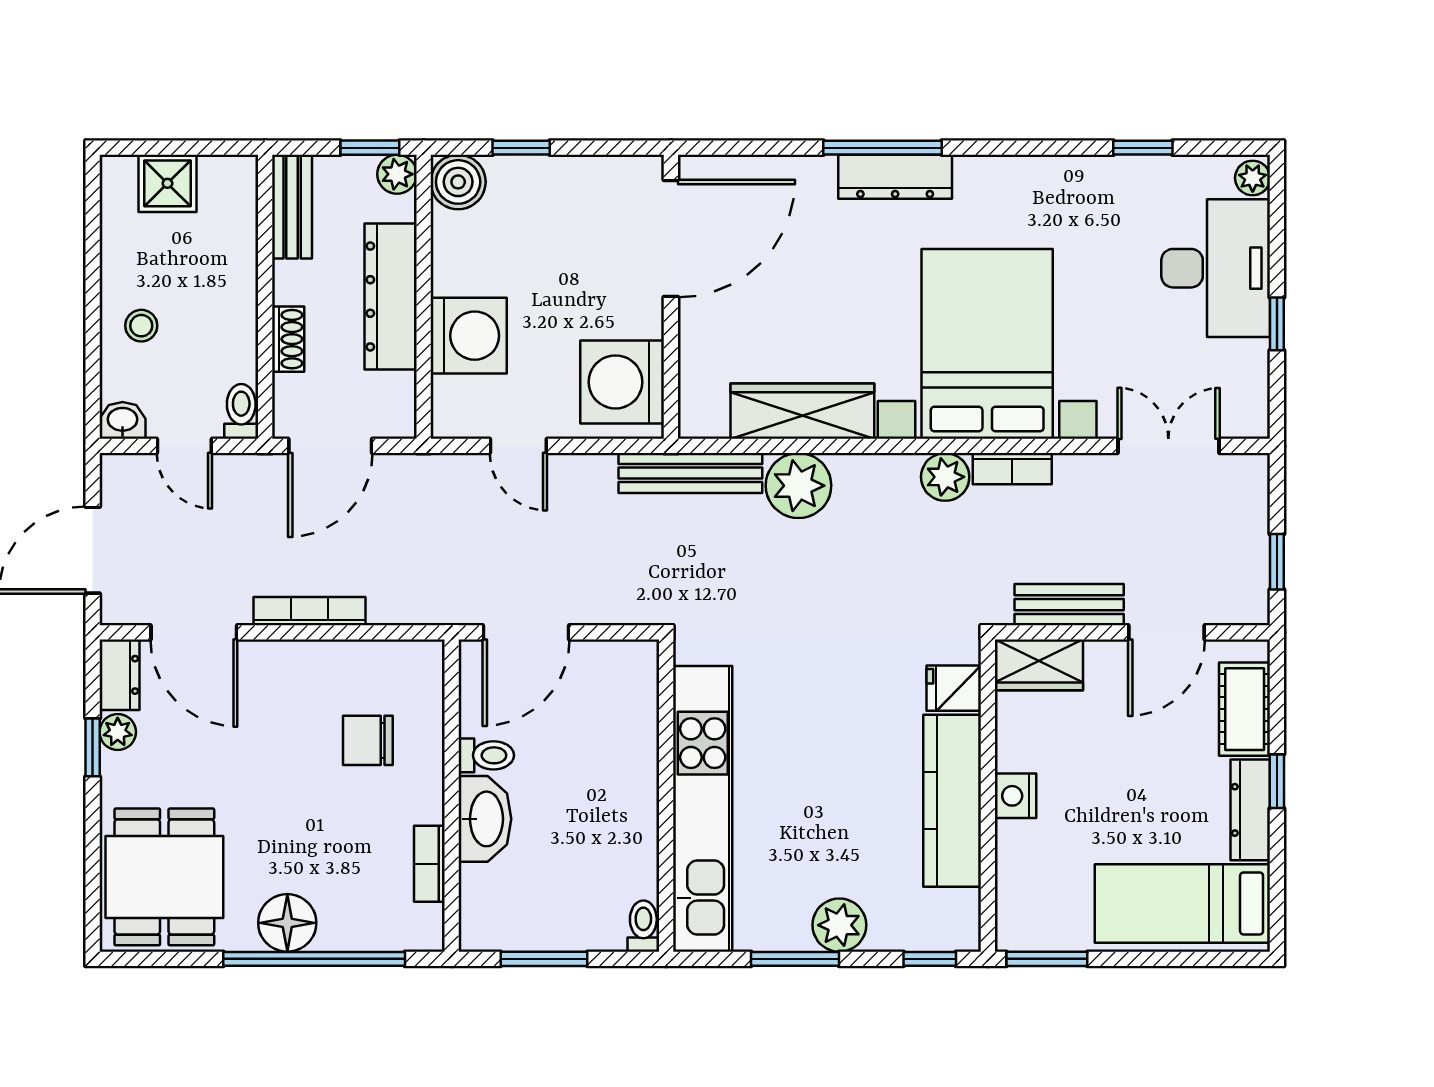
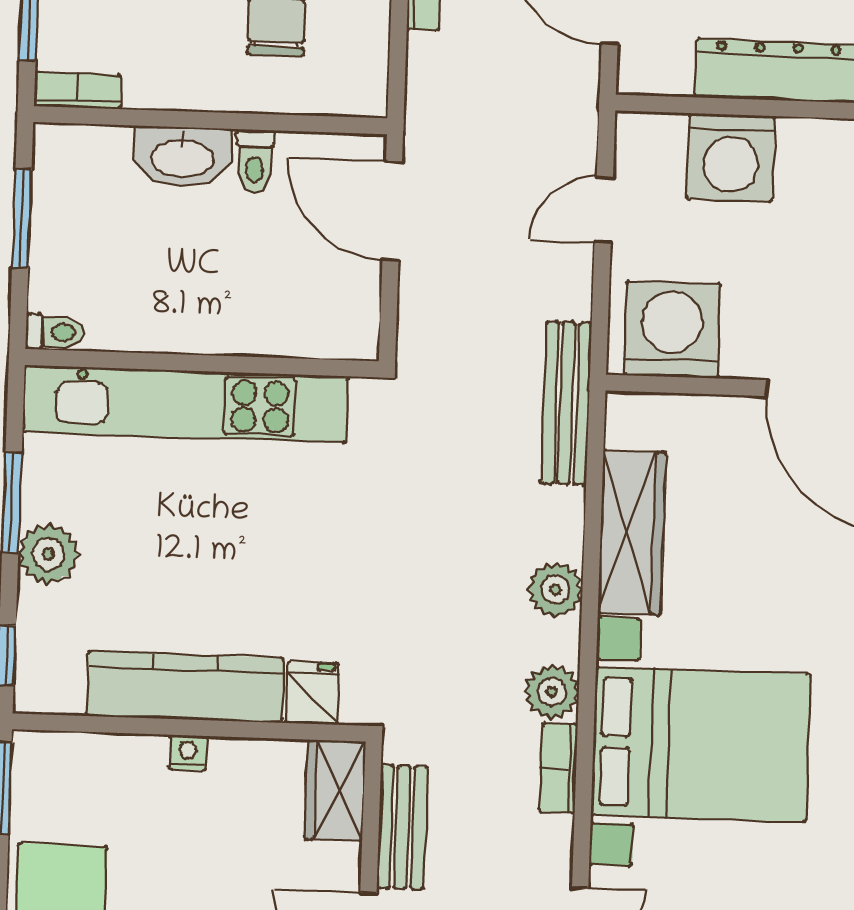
plant: (798, 486) -> (555, 589), moved, width x0.73, depth x0.73
nightstand: (1015, 796) -> (188, 753), width x0.72, depth x0.74
bookcase: (429, 864) -> (77, 90), moved

